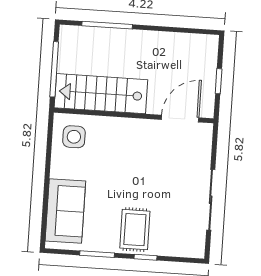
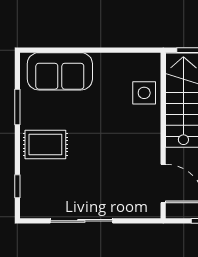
side table: (74, 137) -> (144, 93), moved
window: (146, 257) -> (17, 186), moved

